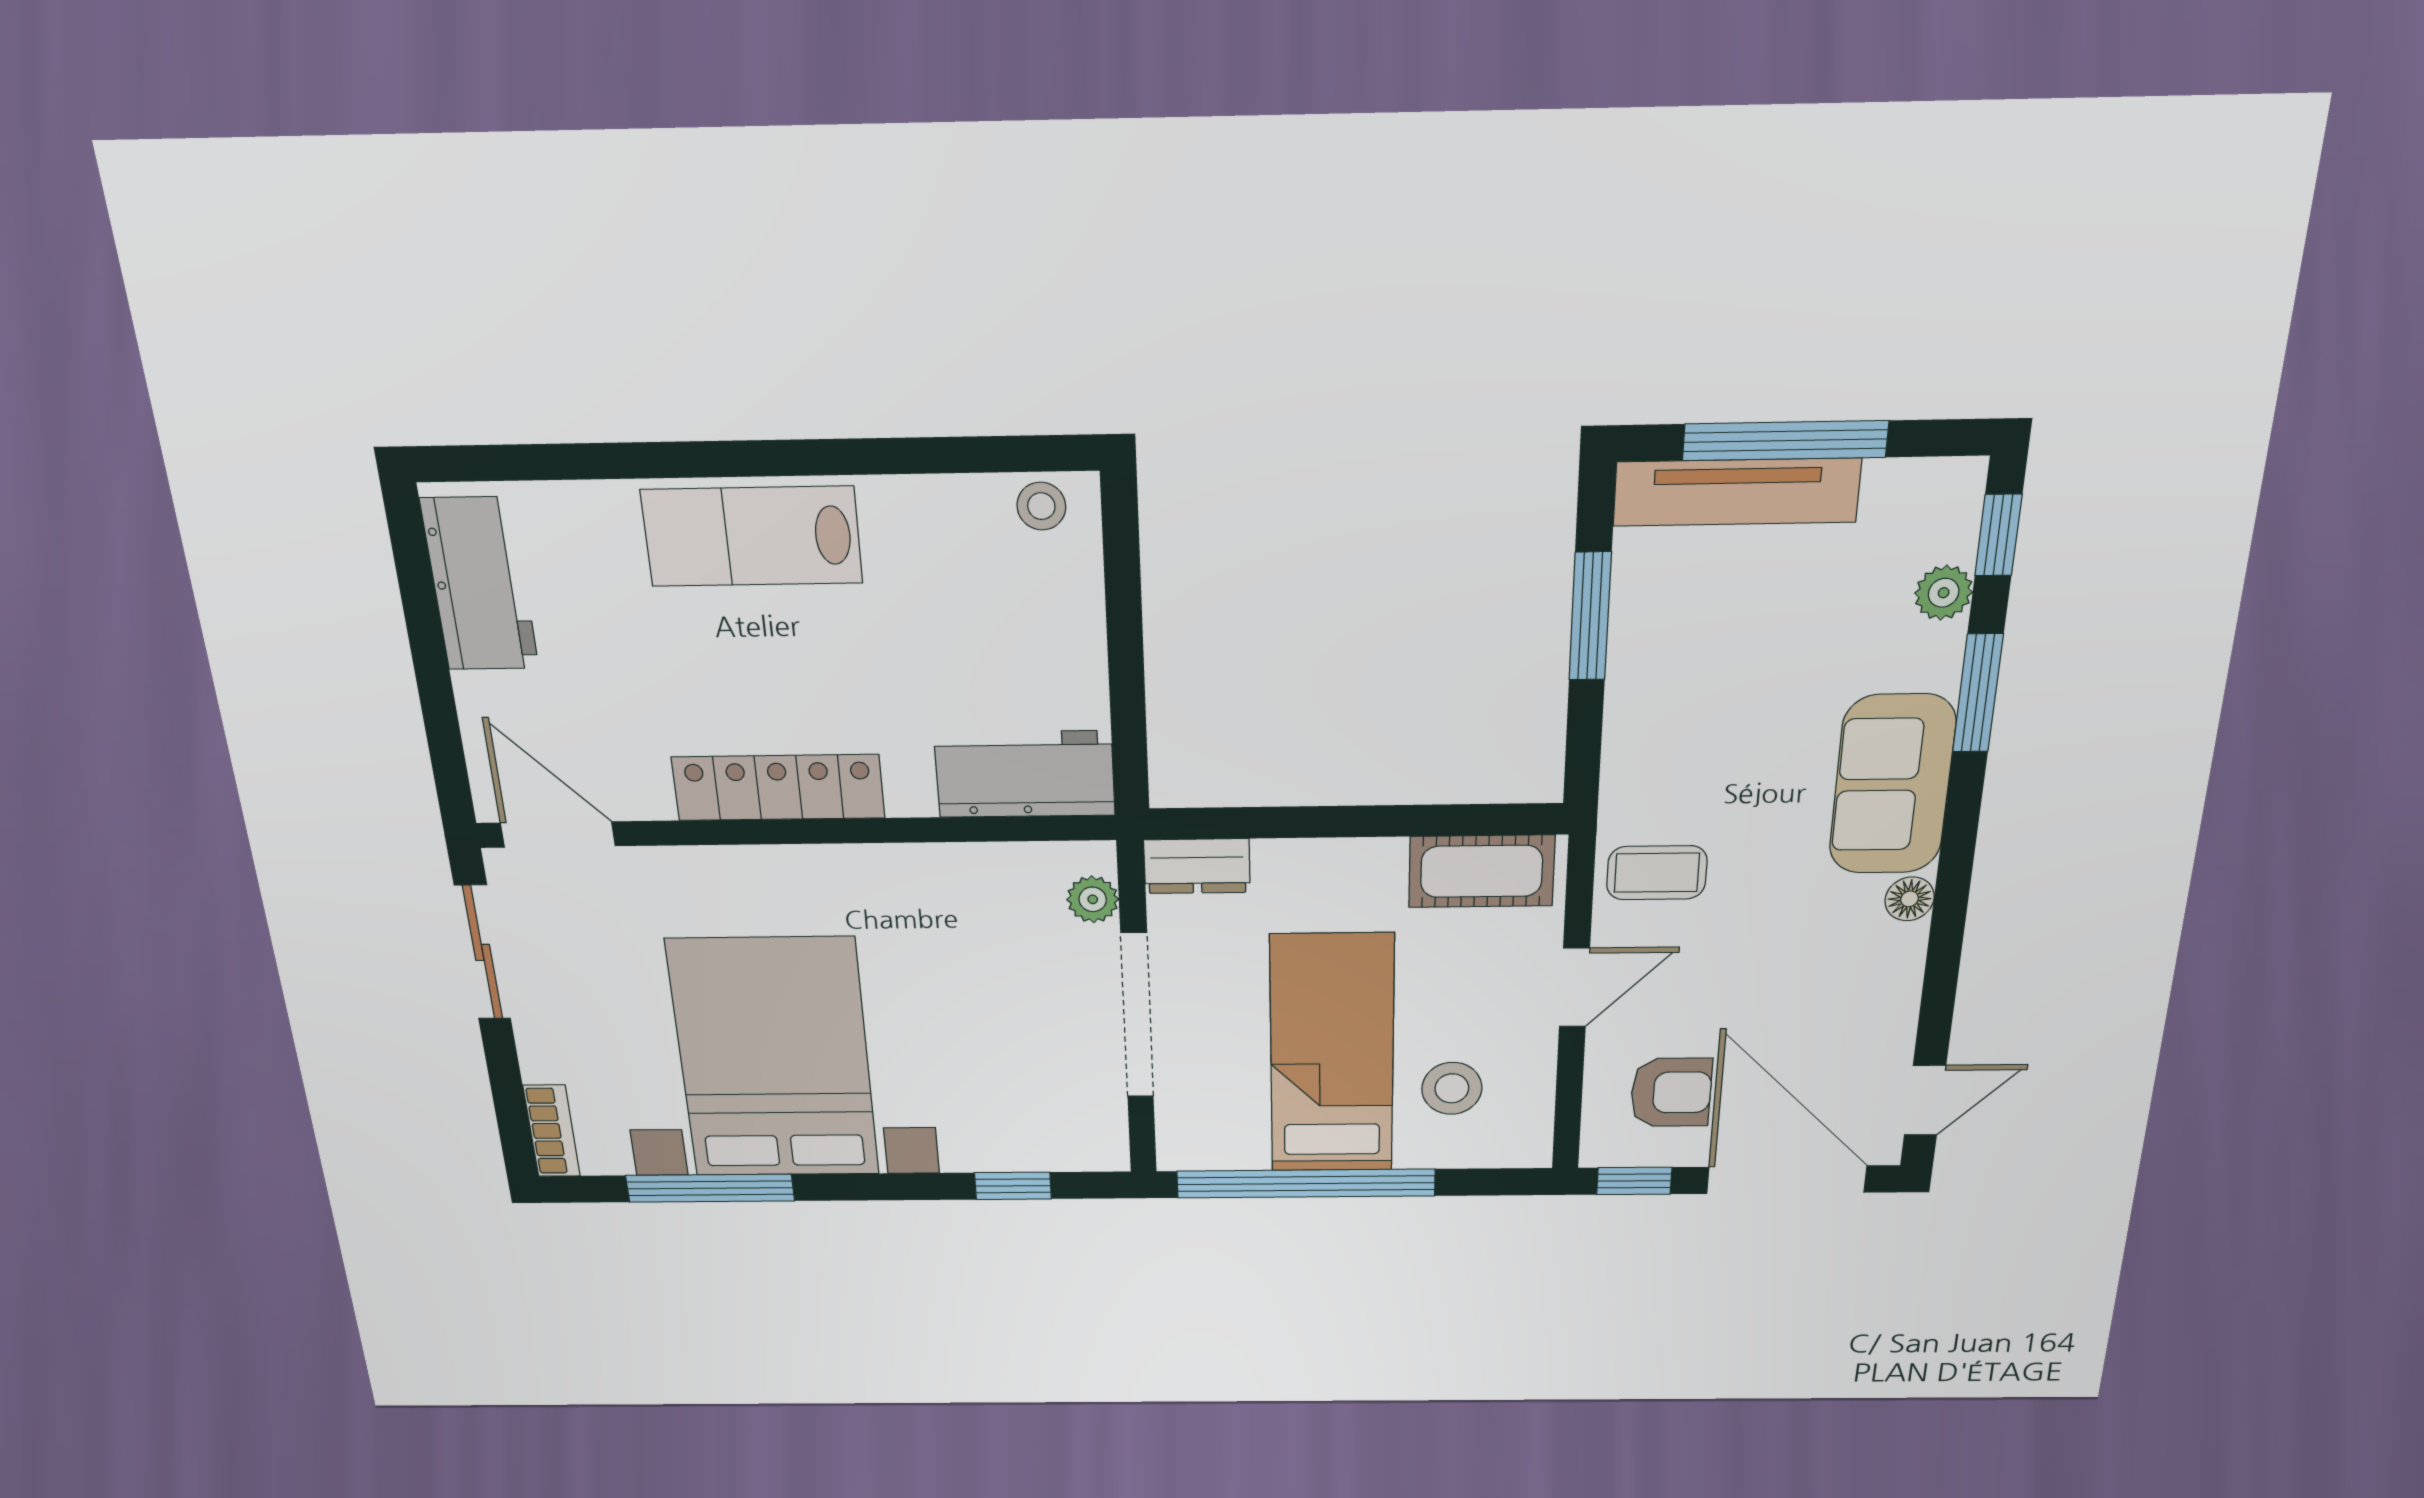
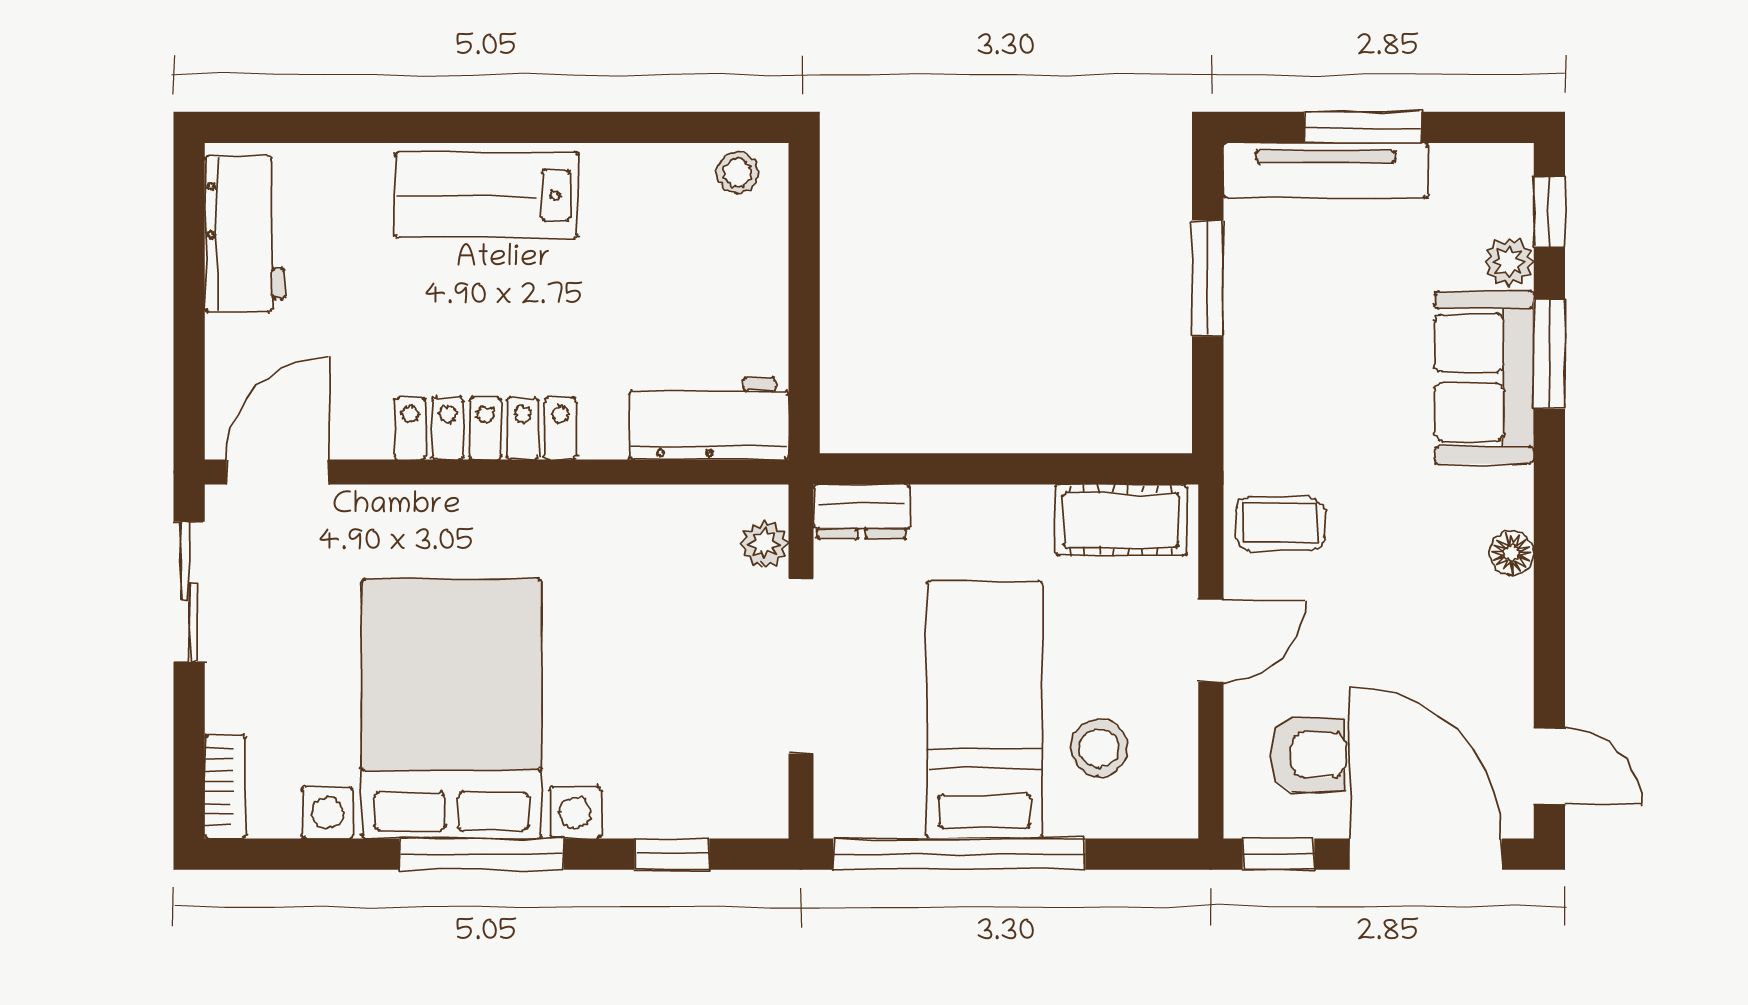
window: (1785, 441) -> (1363, 127), width x0.69
sofa: (1892, 785) -> (1484, 378), moved
door: (558, 835) -> (278, 472), hinge flipped
door: (1925, 1100) -> (1549, 766), hinge flipped
window: (710, 1188) -> (481, 854), moved

